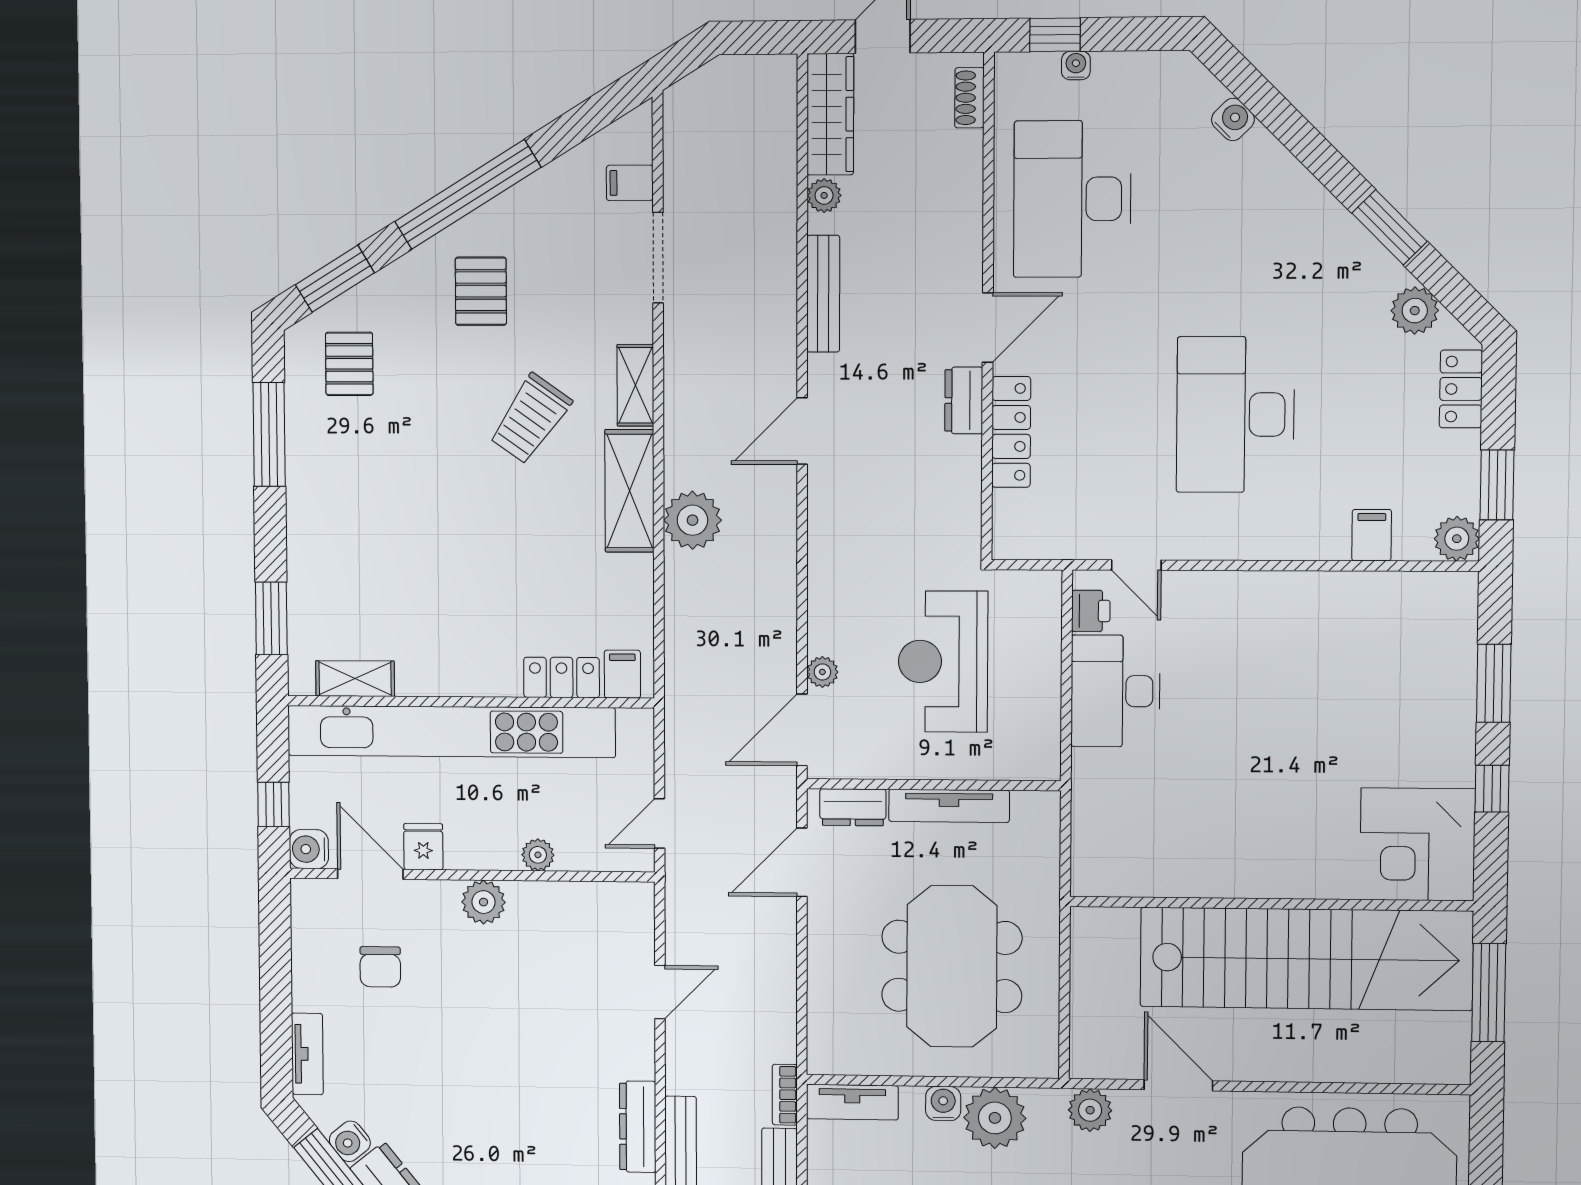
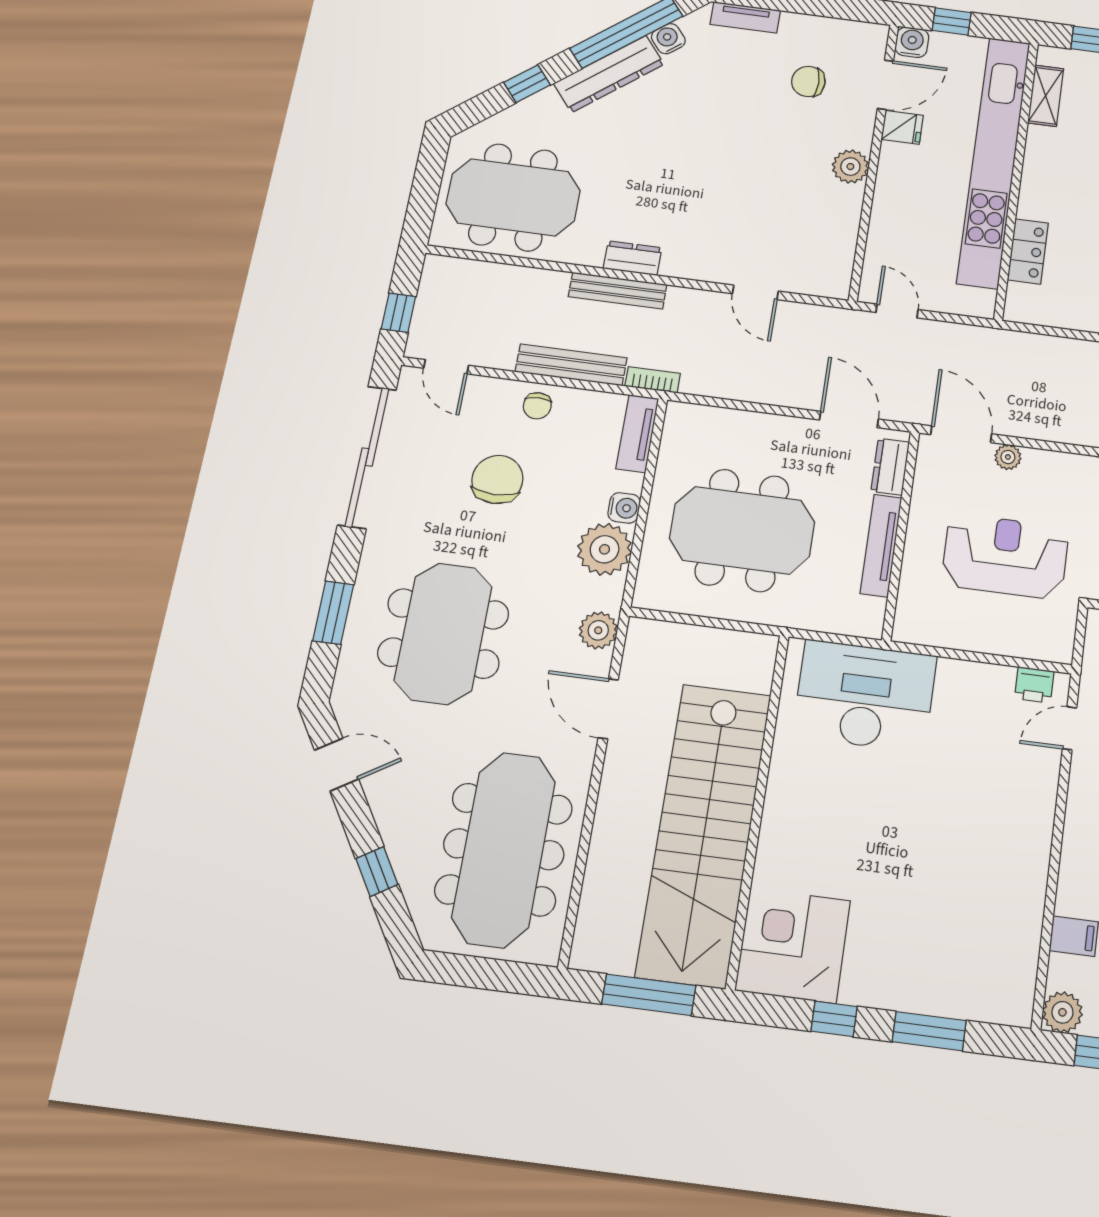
filing cabinet: (622, 674) -> (1025, 299), removed
desk: (1115, 691) -> (865, 696), moved, width x1.36, depth x1.30
plant: (538, 855) -> (884, 213), removed
door: (1178, 1085) -> (608, 709), swing flipped
dresser: (638, 1127) -> (633, 258), width x0.70

